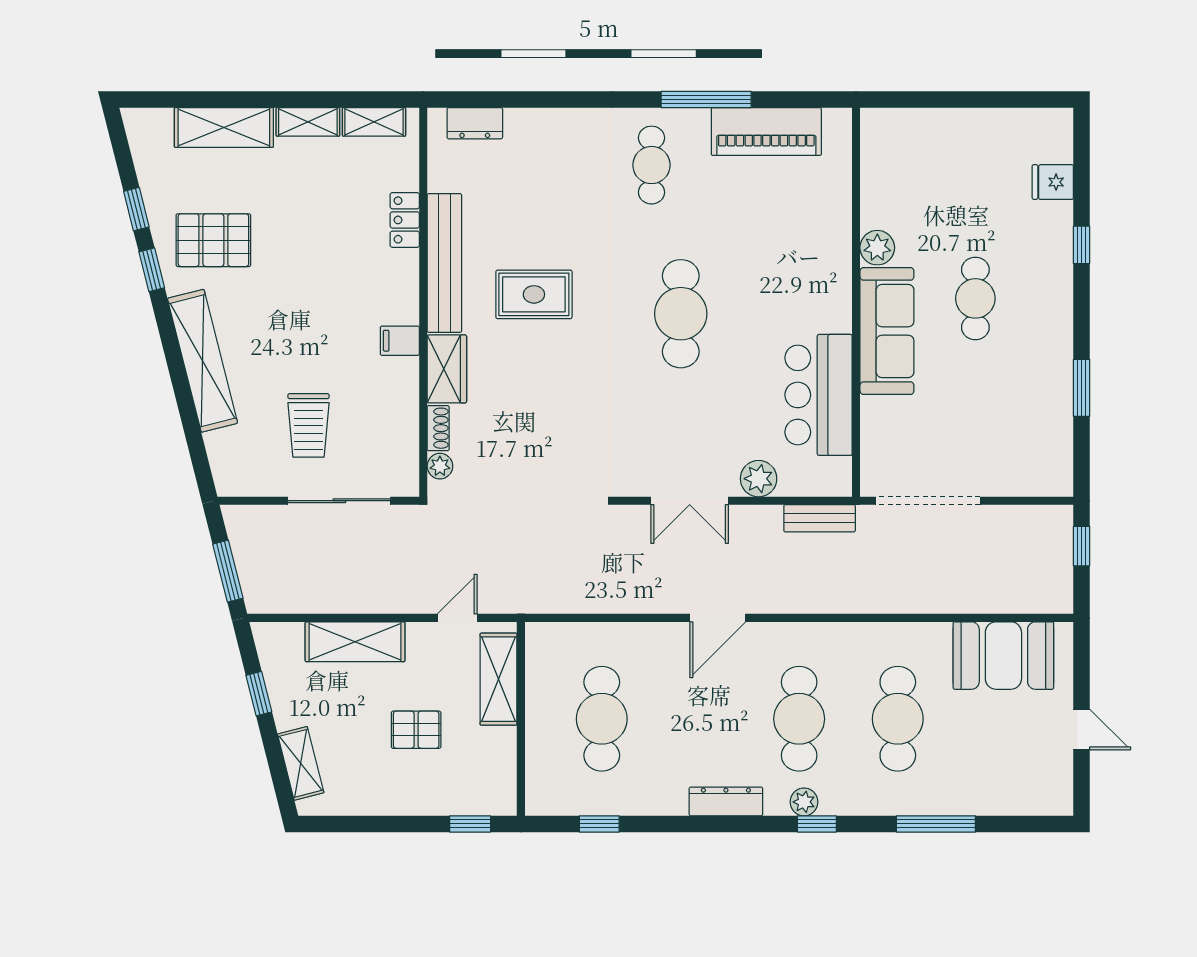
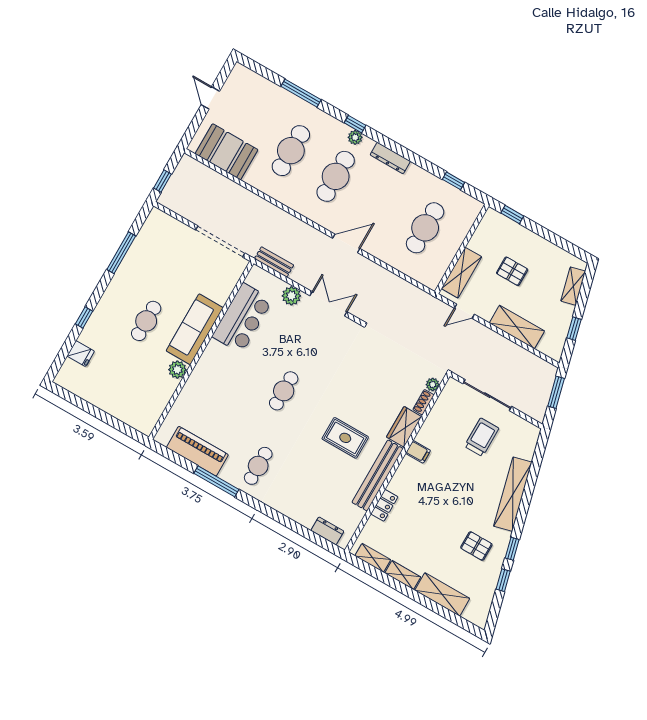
pallet: (213, 240) -> (476, 546), width x0.67, depth x0.71
cafe table: (681, 314) -> (284, 391), width x0.73, depth x0.74
window: (1082, 388) -> (121, 253), width x1.44

